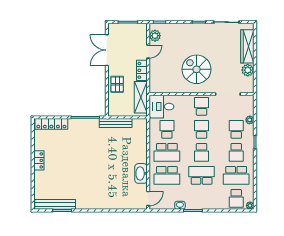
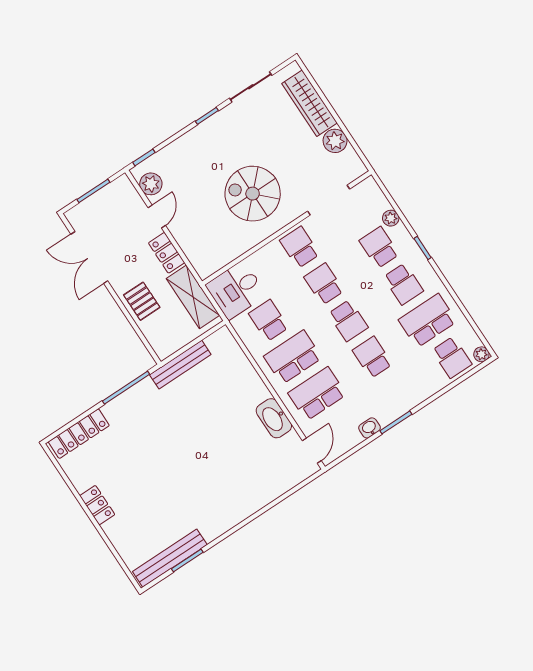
school desk: (167, 152) -> (293, 357), turned 180
school desk: (167, 175) -> (317, 394), turned 180
school desk: (202, 175) -> (372, 357), width x0.54
school desk: (236, 175) -> (428, 321), turned 180

